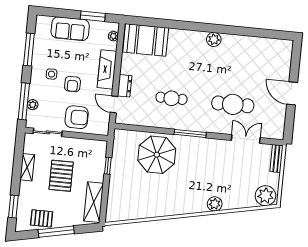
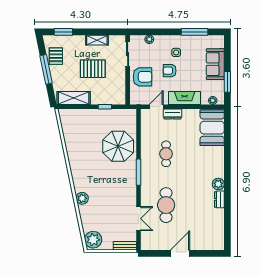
dresser: (232, 40) -> (219, 199), added
window: (24, 101) -> (151, 32), removed
armchair: (77, 117) -> (143, 77), turned -90

